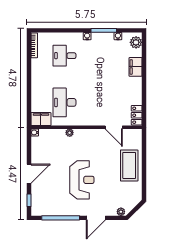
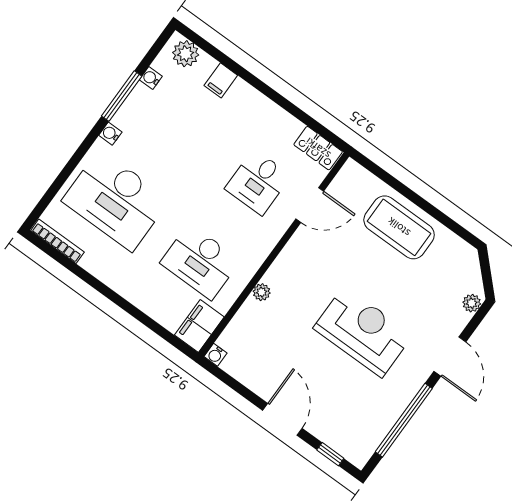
desk: (64, 56) -> (116, 200), width x1.87, depth x1.30
filing cabinet: (136, 67) -> (221, 80), width x0.50
desk: (108, 102) -> (258, 182), added

